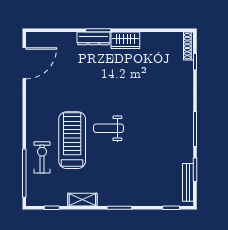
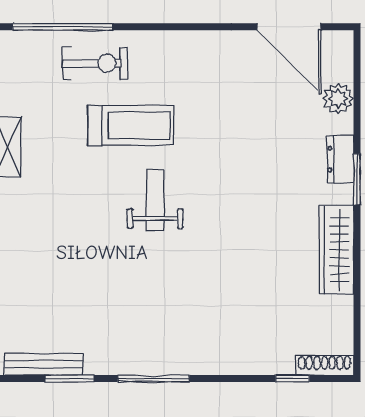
dresser: (94, 38) -> (340, 159), width x0.70
plant: (59, 39) -> (338, 98), added
wardrobe: (125, 40) -> (337, 250), width x1.50
treadmill: (72, 140) -> (131, 125), width x0.73, depth x0.73

